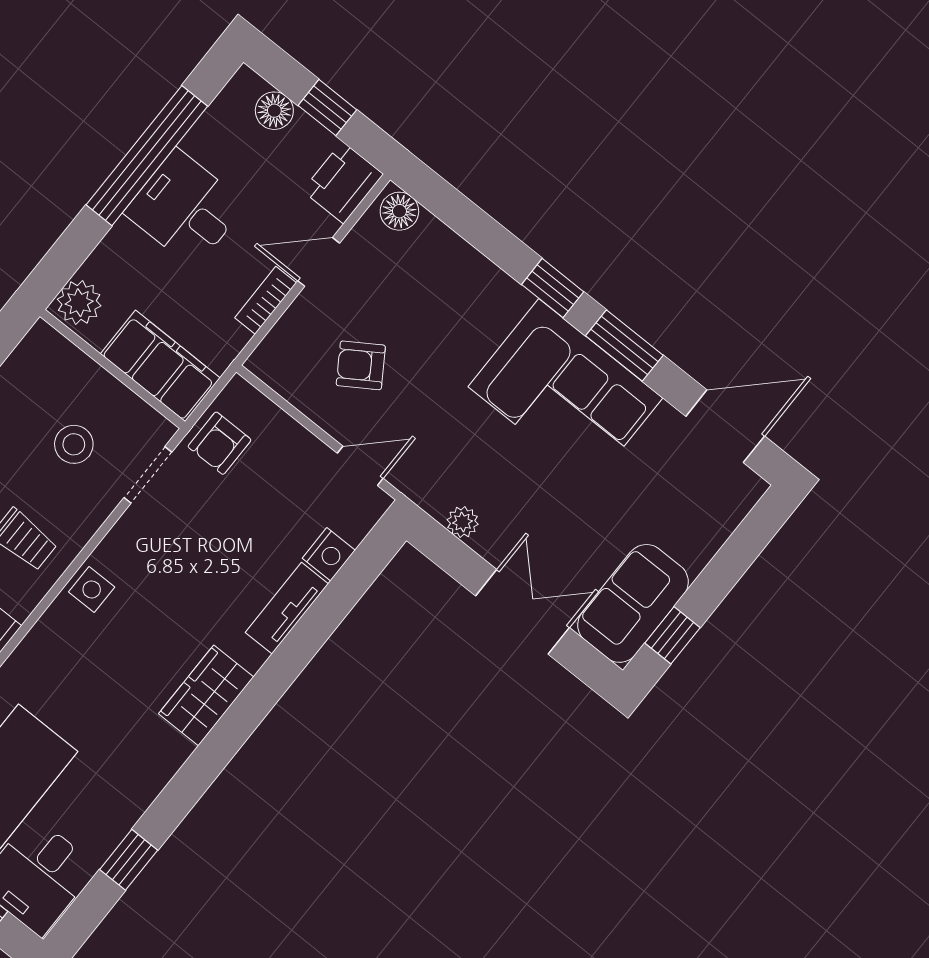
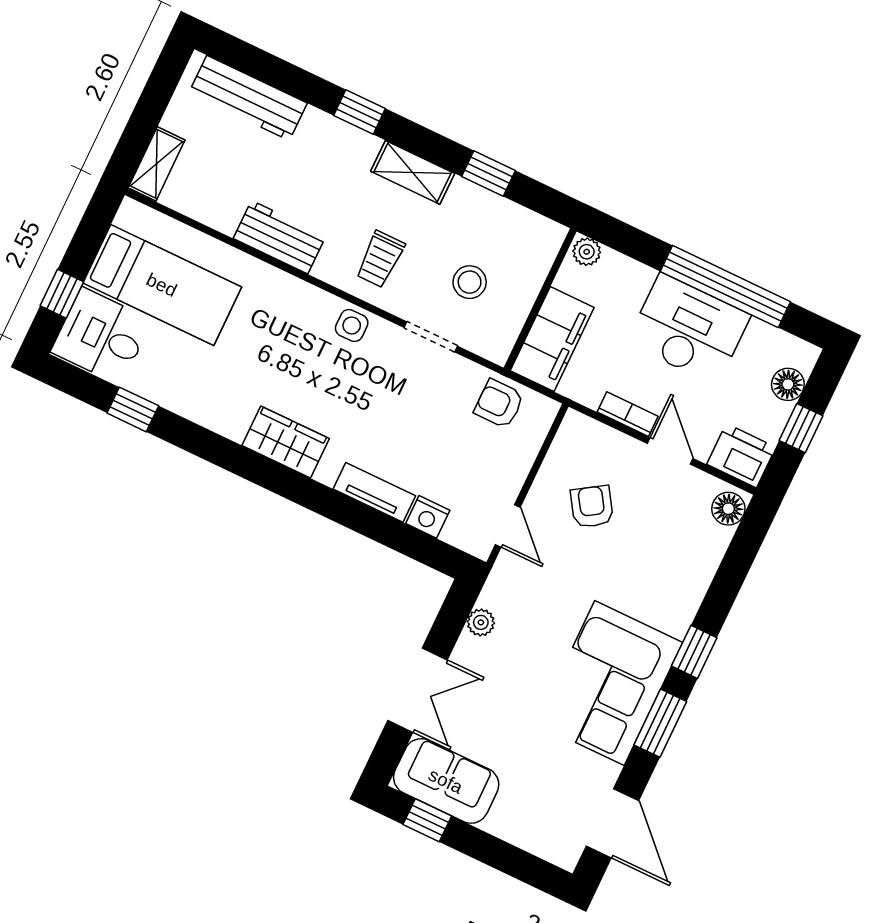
desk: (185, 208) -> (689, 329), width x1.37
plant: (79, 303) -> (587, 252), width x0.73, depth x0.73
doorway: (148, 475) -> (431, 337), moved

